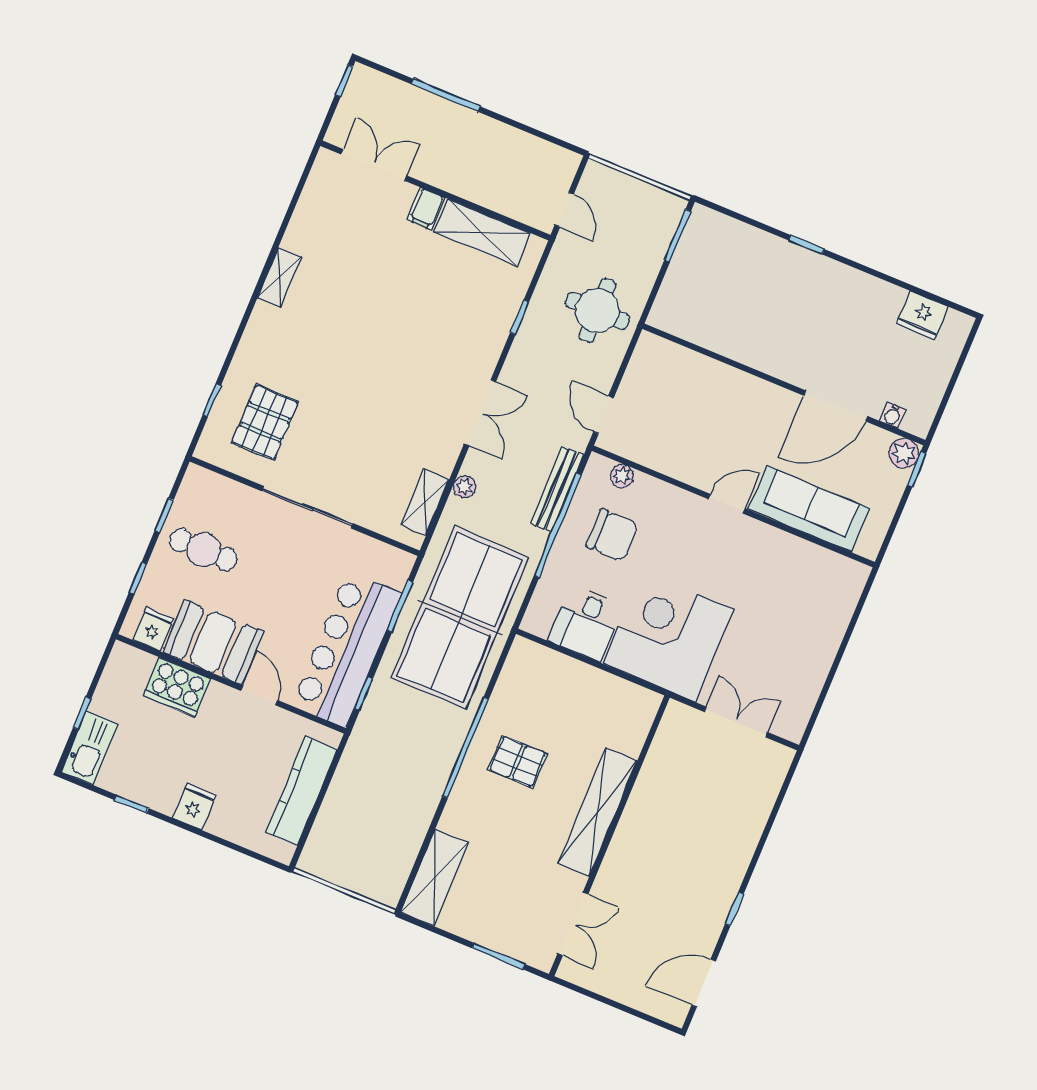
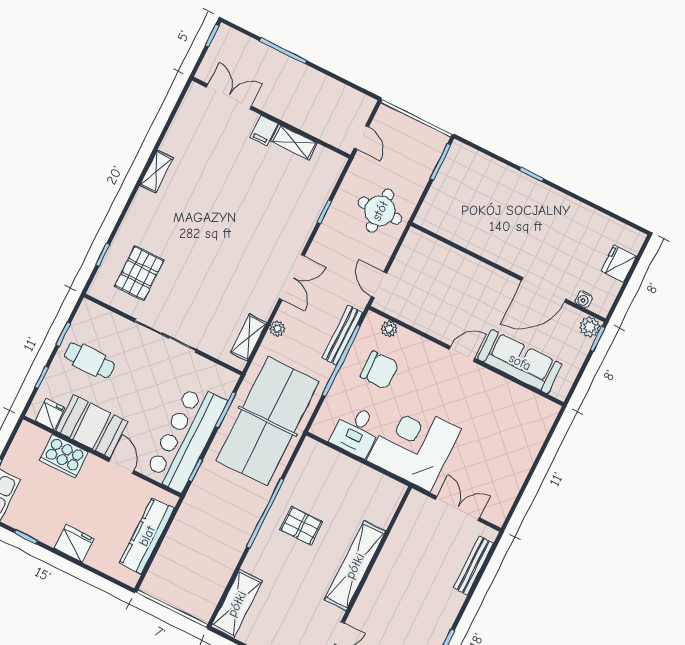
shelving: (482, 232) -> (294, 142), width x0.67, depth x0.75
fridge: (922, 315) -> (619, 264), moved, turned 90
bench: (764, 801) -> (473, 566), added
fridge: (194, 806) -> (74, 543), width x1.38

